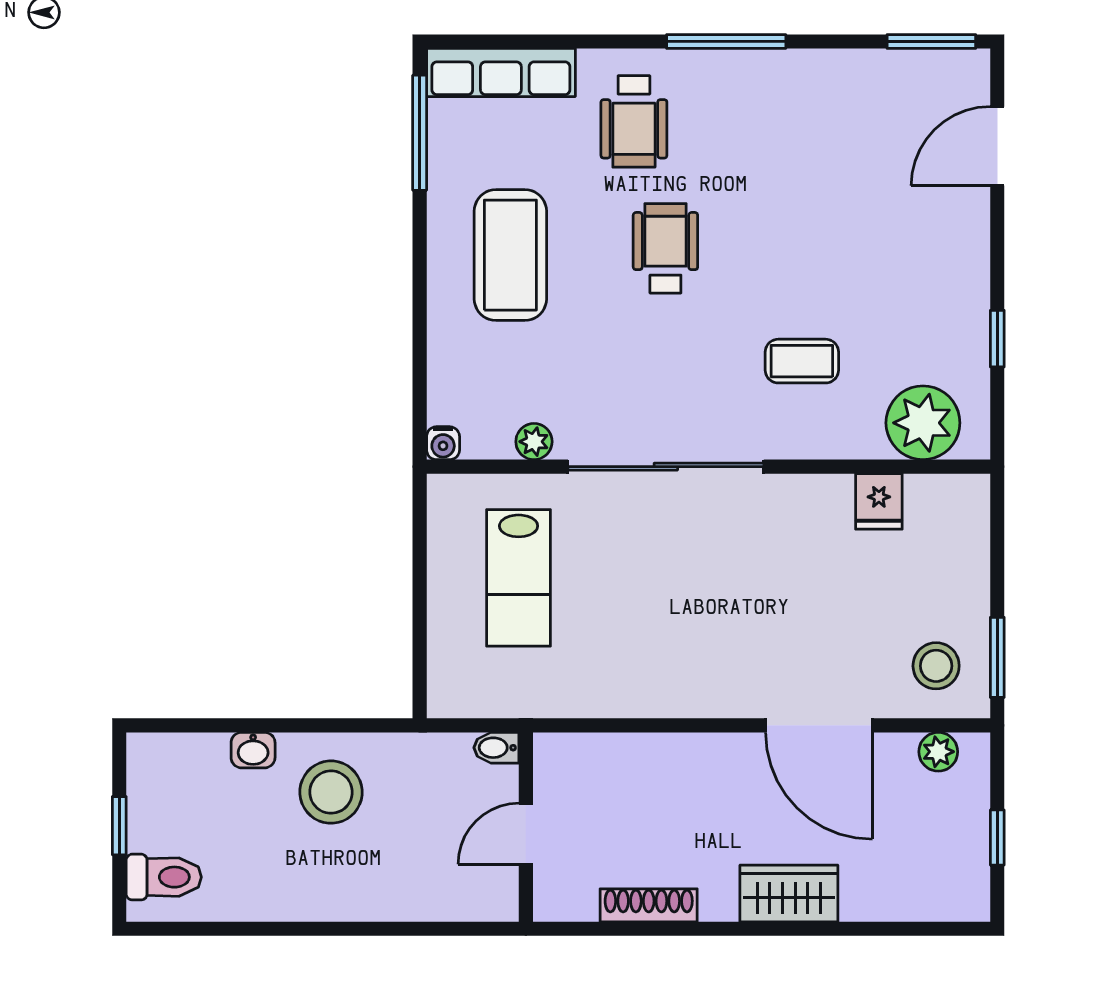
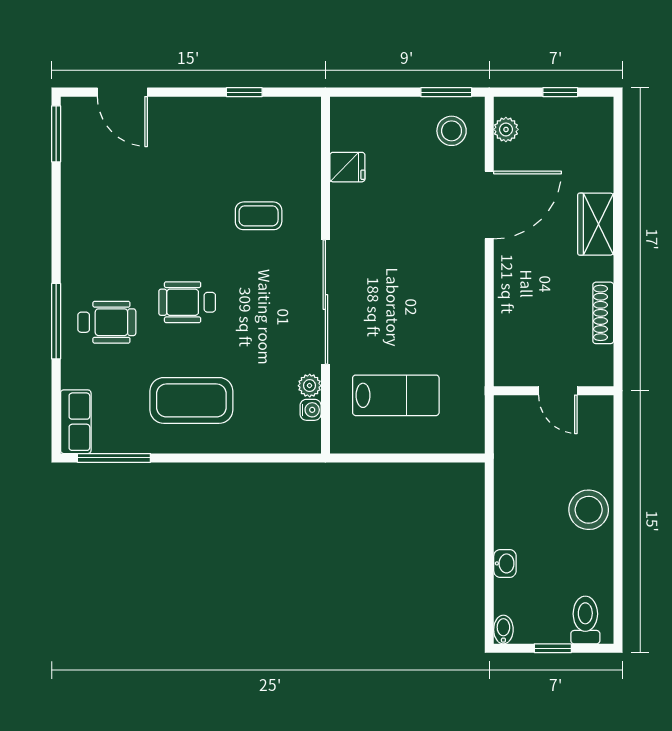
window: (726, 41) -> (56, 321), moved
row of seats: (501, 72) -> (76, 422), width x0.68
coffee table: (802, 361) -> (259, 216), turned 90
plant: (923, 423) -> (298, 139), removed
water cooler: (443, 443) -> (311, 410), moved
bidet: (496, 748) -> (503, 630), moved, turned 180
stool: (331, 792) -> (589, 510), moved

